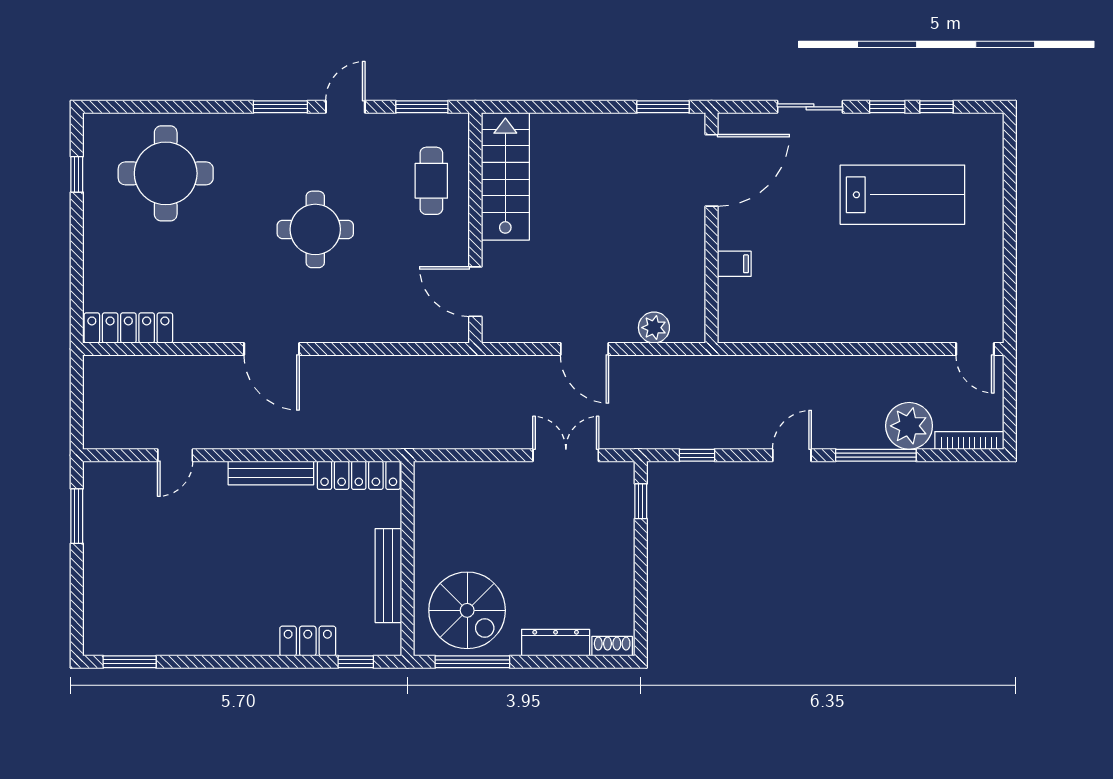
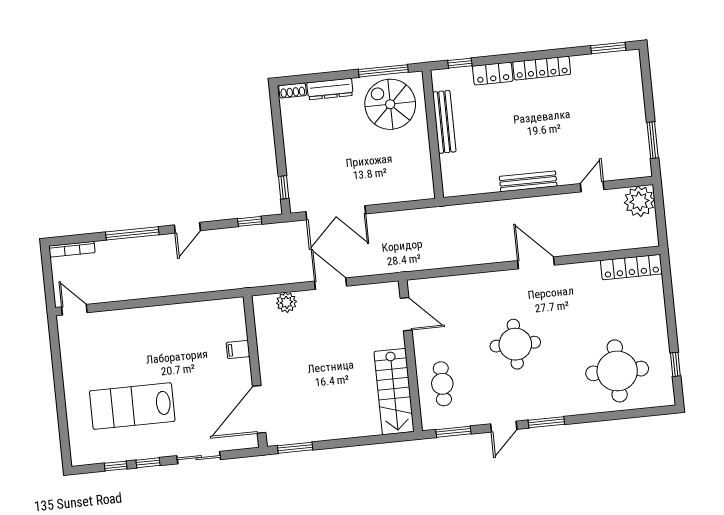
plant: (909, 426) -> (639, 201), moved
double door: (566, 455) -> (336, 213), width x1.37
locker: (359, 475) -> (542, 68), moved, turned 180

